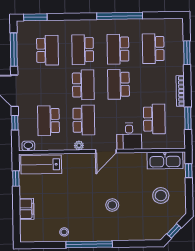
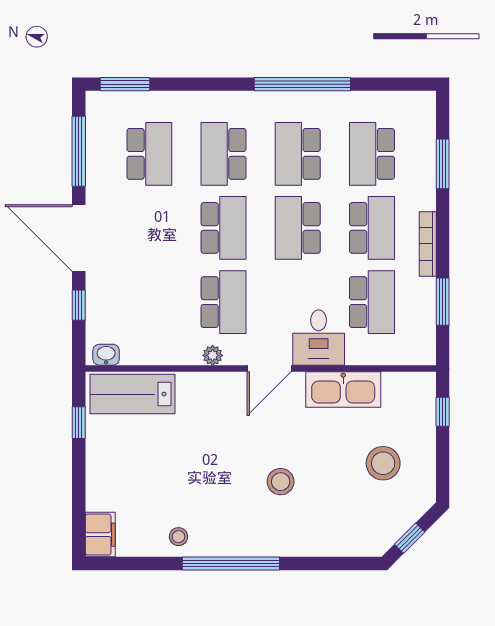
school desk: (49, 121) -> (372, 228), moved, turned 180
kitchen sink: (165, 160) -> (343, 390), moved
filing cabinet: (27, 209) -> (100, 535), moved

